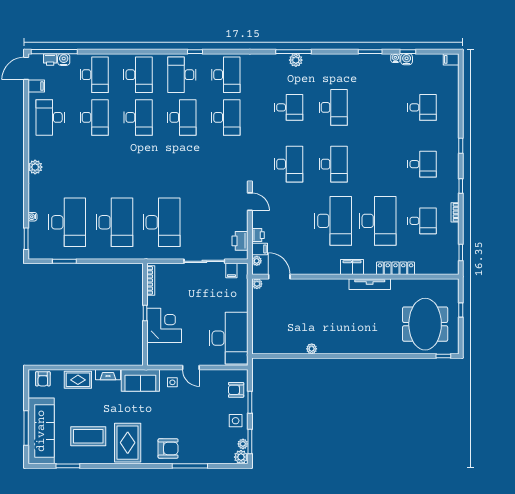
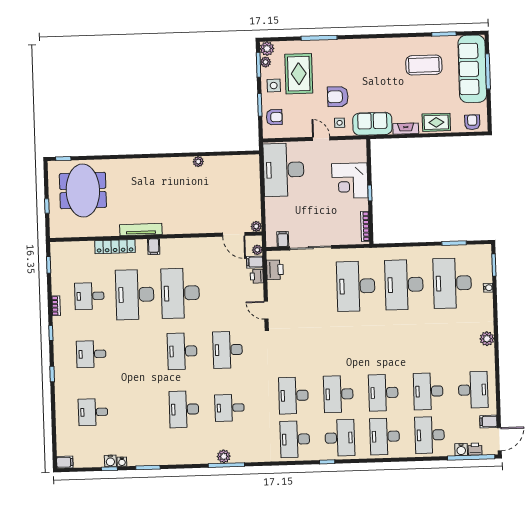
filing cabinet: (352, 267) -> (154, 247), width x0.50
rug: (128, 443) -> (299, 74), moved
armchair: (168, 449) -> (338, 97), moved

